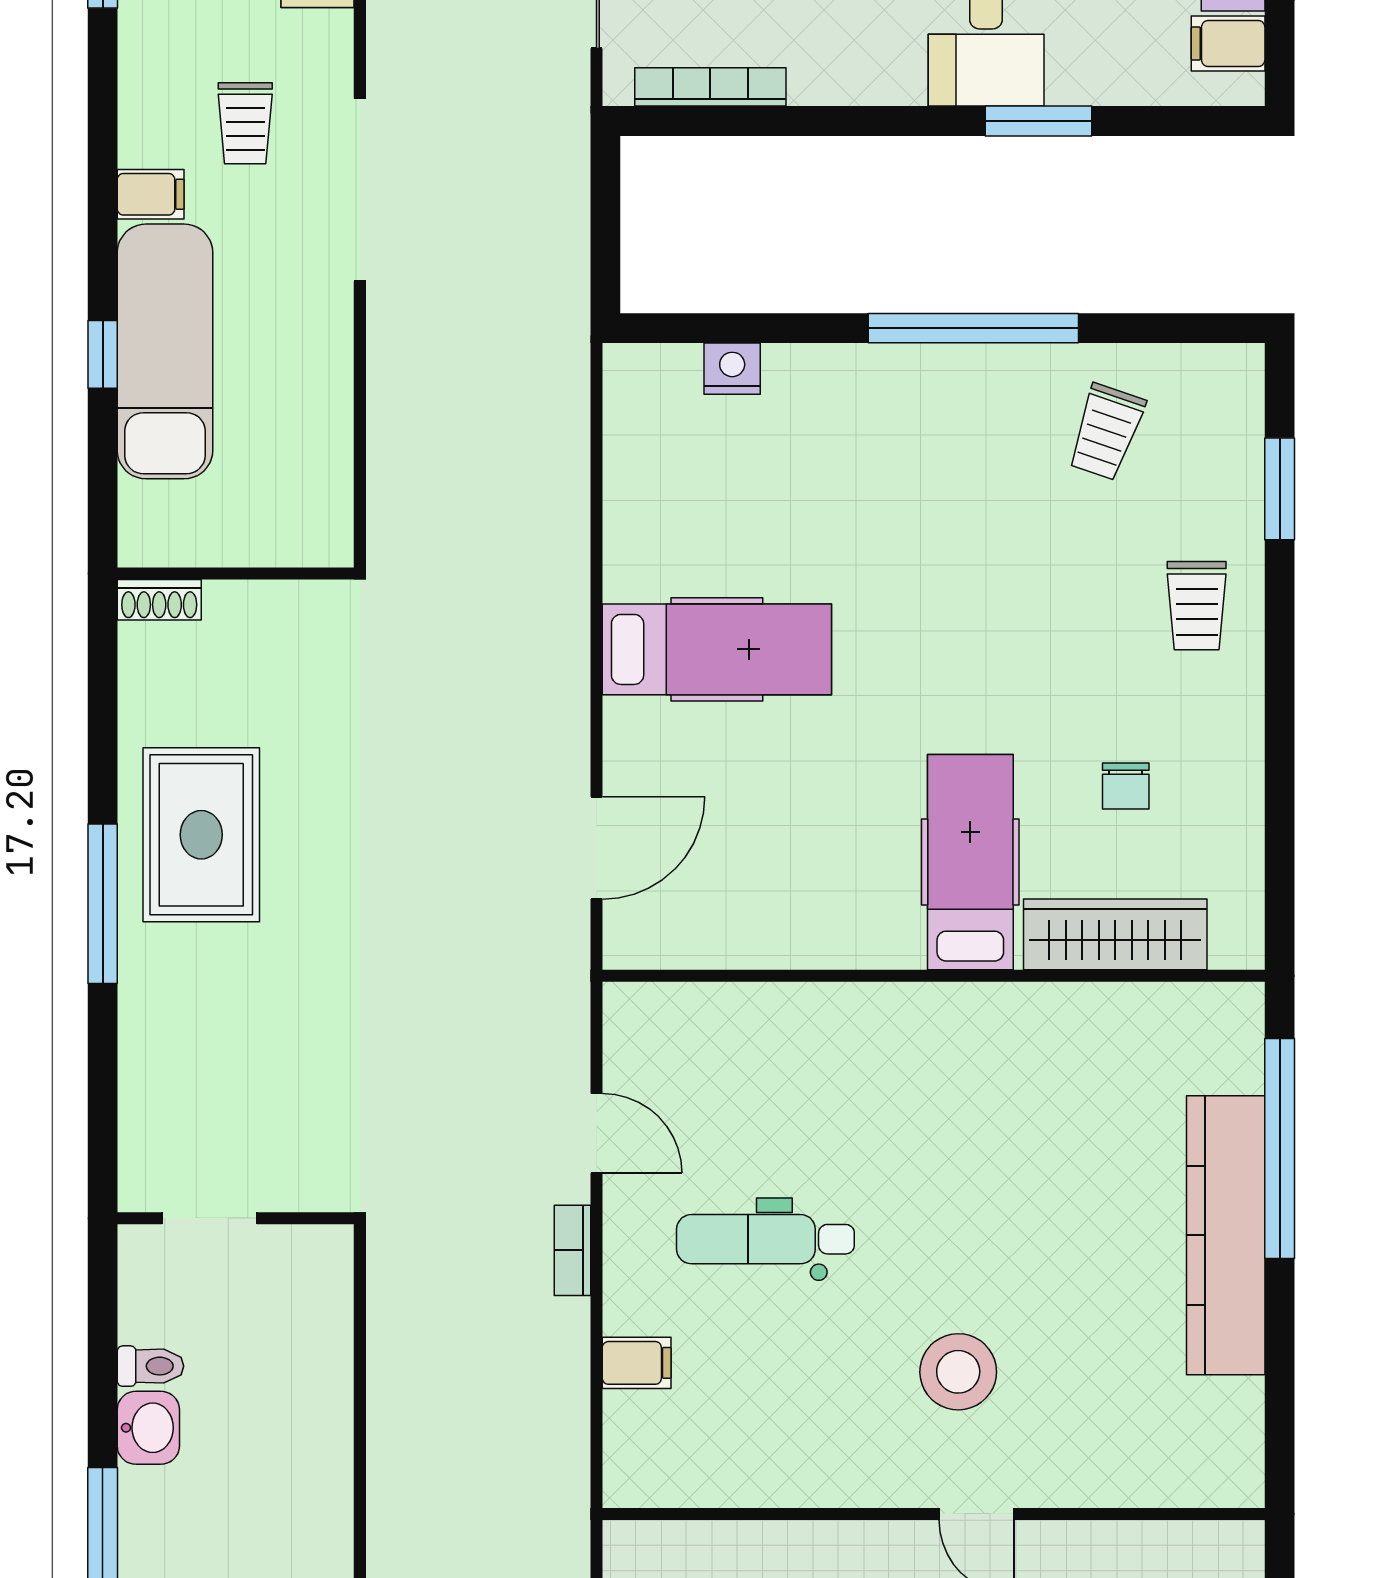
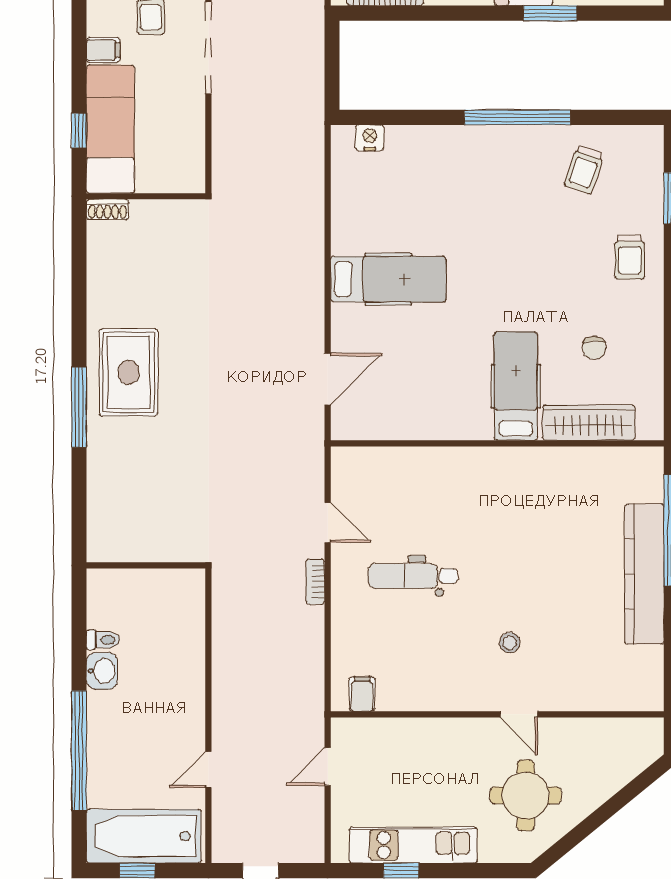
nightstand: (732, 369) -> (370, 138), moved
wall: (236, 574) -> (146, 196), moved
shoe rack: (159, 600) -> (107, 209), moved
doorway: (210, 1218) -> (133, 565), removed
filing cabinet: (637, 1363) -> (362, 694), moved, turned -90
stool: (958, 1372) -> (510, 643), width x0.53, depth x0.53

